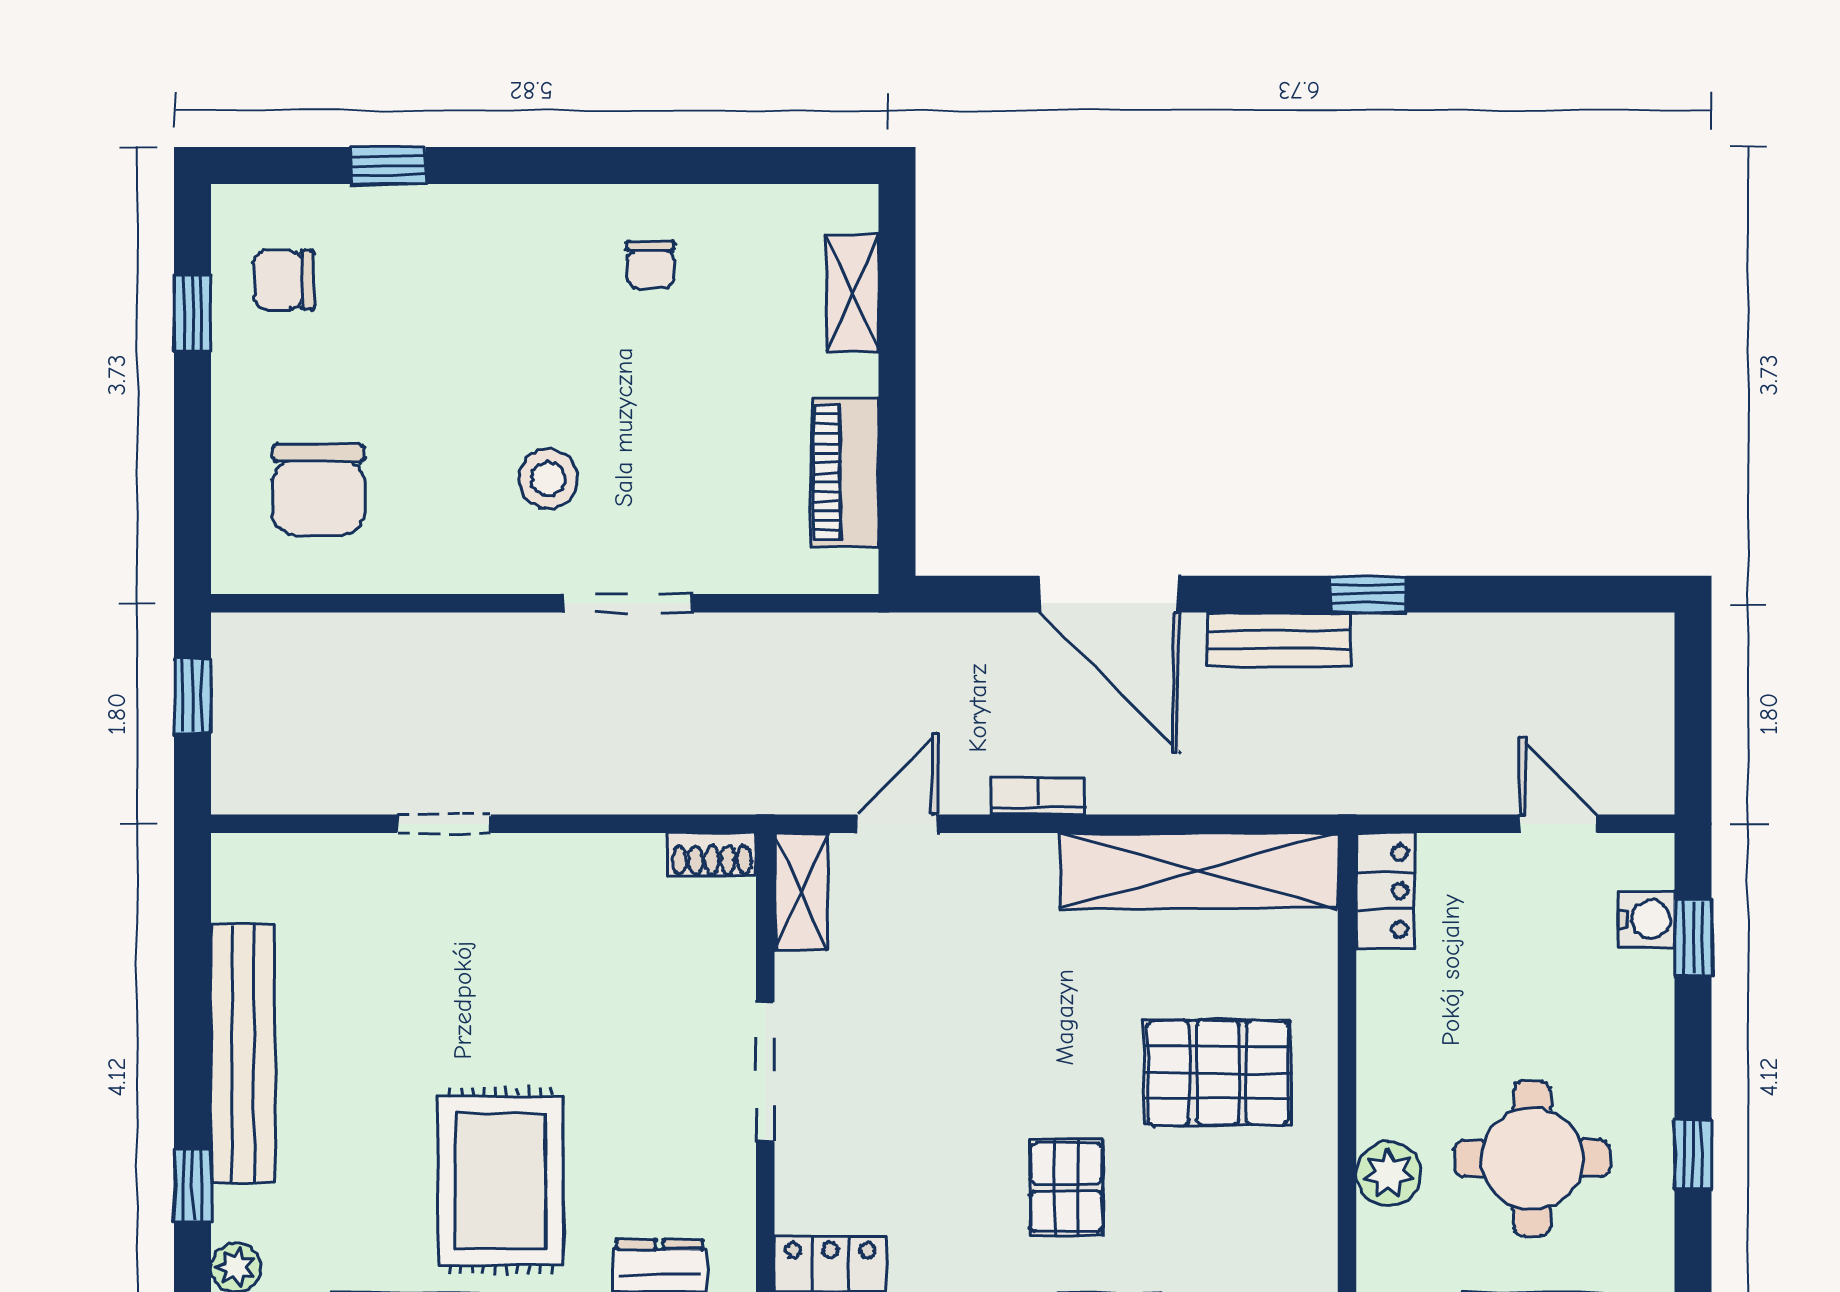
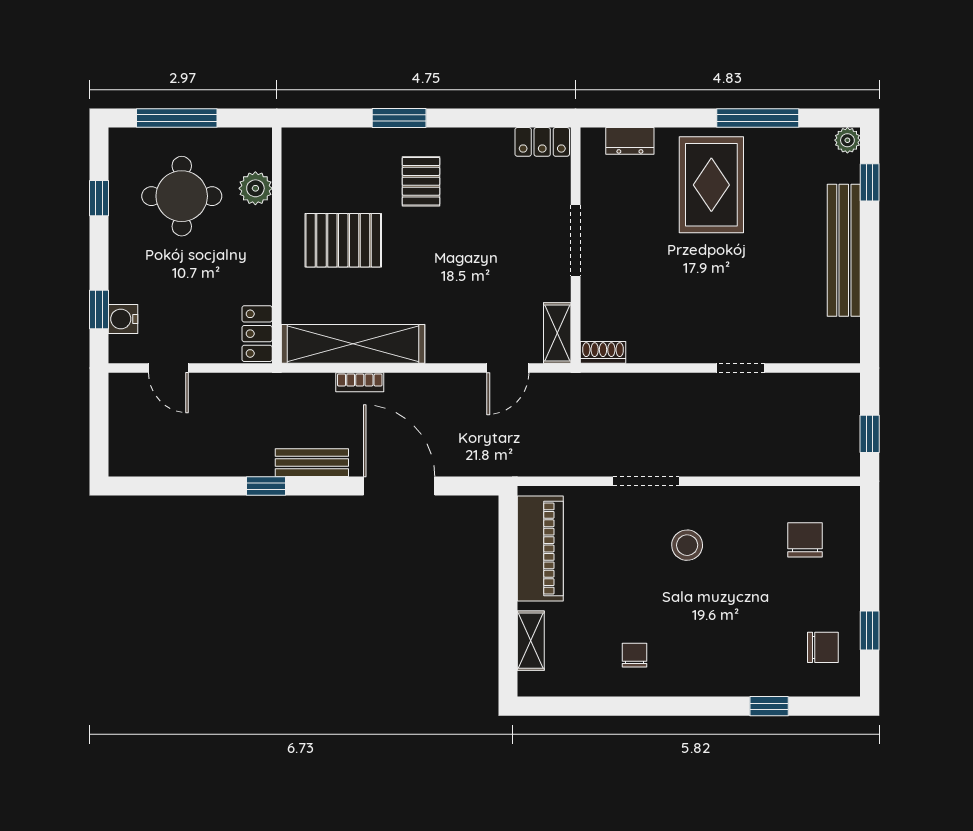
piano: (845, 472) -> (540, 549), width x1.37, depth x1.33
chair: (319, 489) -> (805, 540), width x0.73, depth x0.73
bookcase: (1038, 796) -> (360, 382), moved

